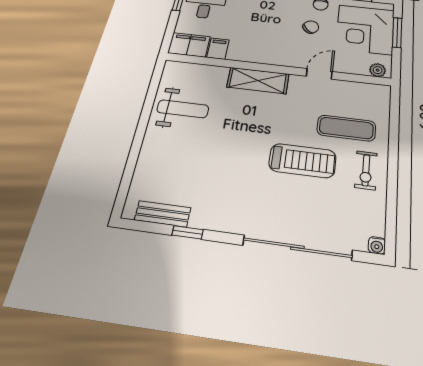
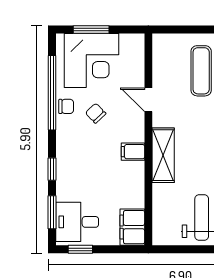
filing cabinet: (218, 49) -> (133, 152), moved
plant: (378, 70) -> (137, 46), removed

